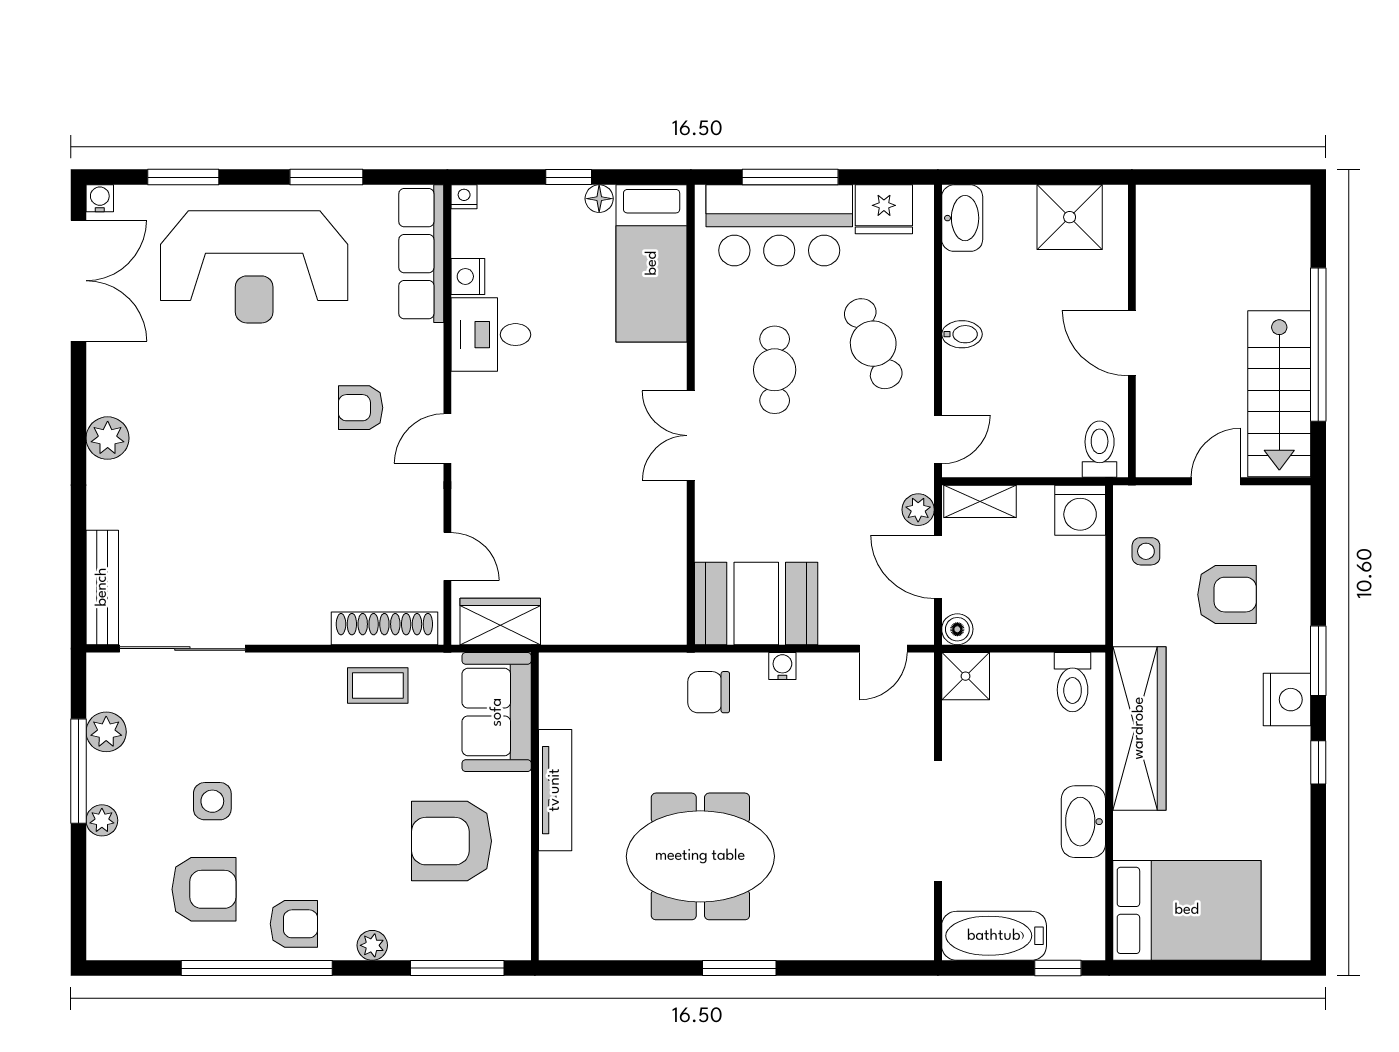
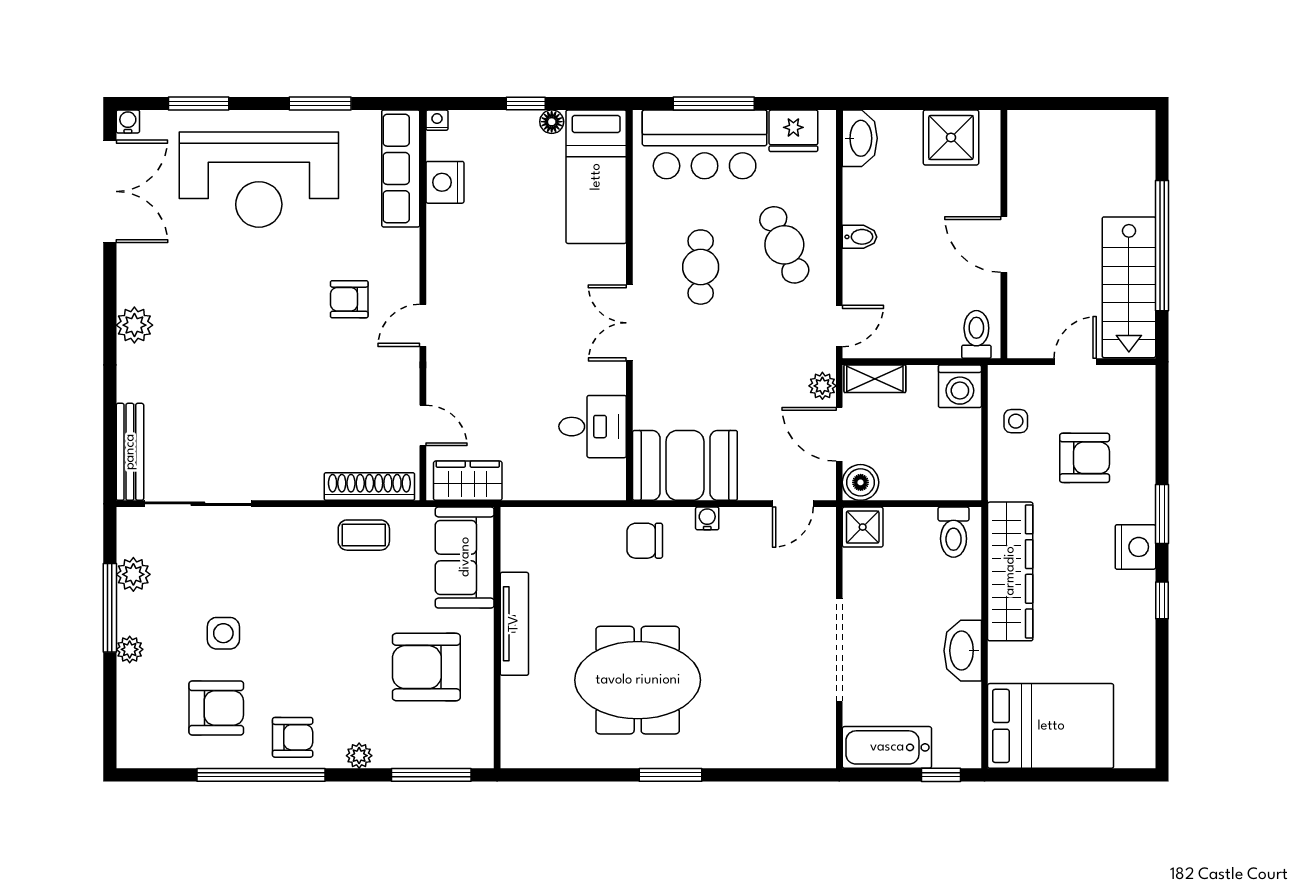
nightstand: (468, 276) -> (445, 182), width x1.36, depth x1.33
desk: (491, 335) -> (593, 427), moved, turned 180
boiler: (957, 629) -> (861, 482), width x1.36, depth x1.36

